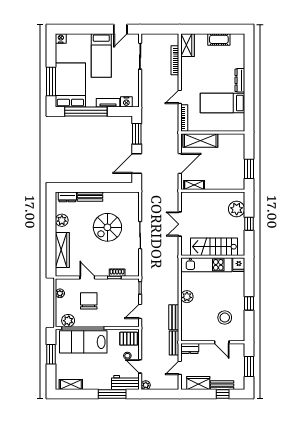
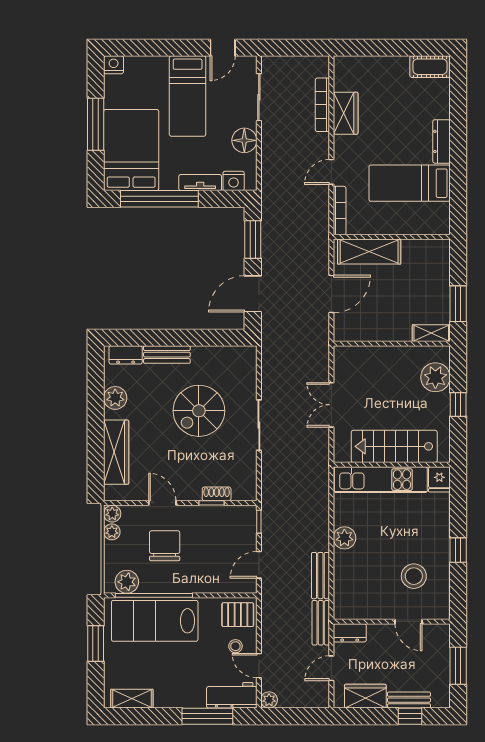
cot: (219, 39) -> (430, 67), moved
wardrobe: (187, 45) -> (346, 113), moved
floor lamp: (132, 80) -> (244, 140), added
window: (51, 81) -> (96, 124), moved
shelving: (194, 185) -> (431, 333), moved
plant: (60, 283) -> (112, 514), added

